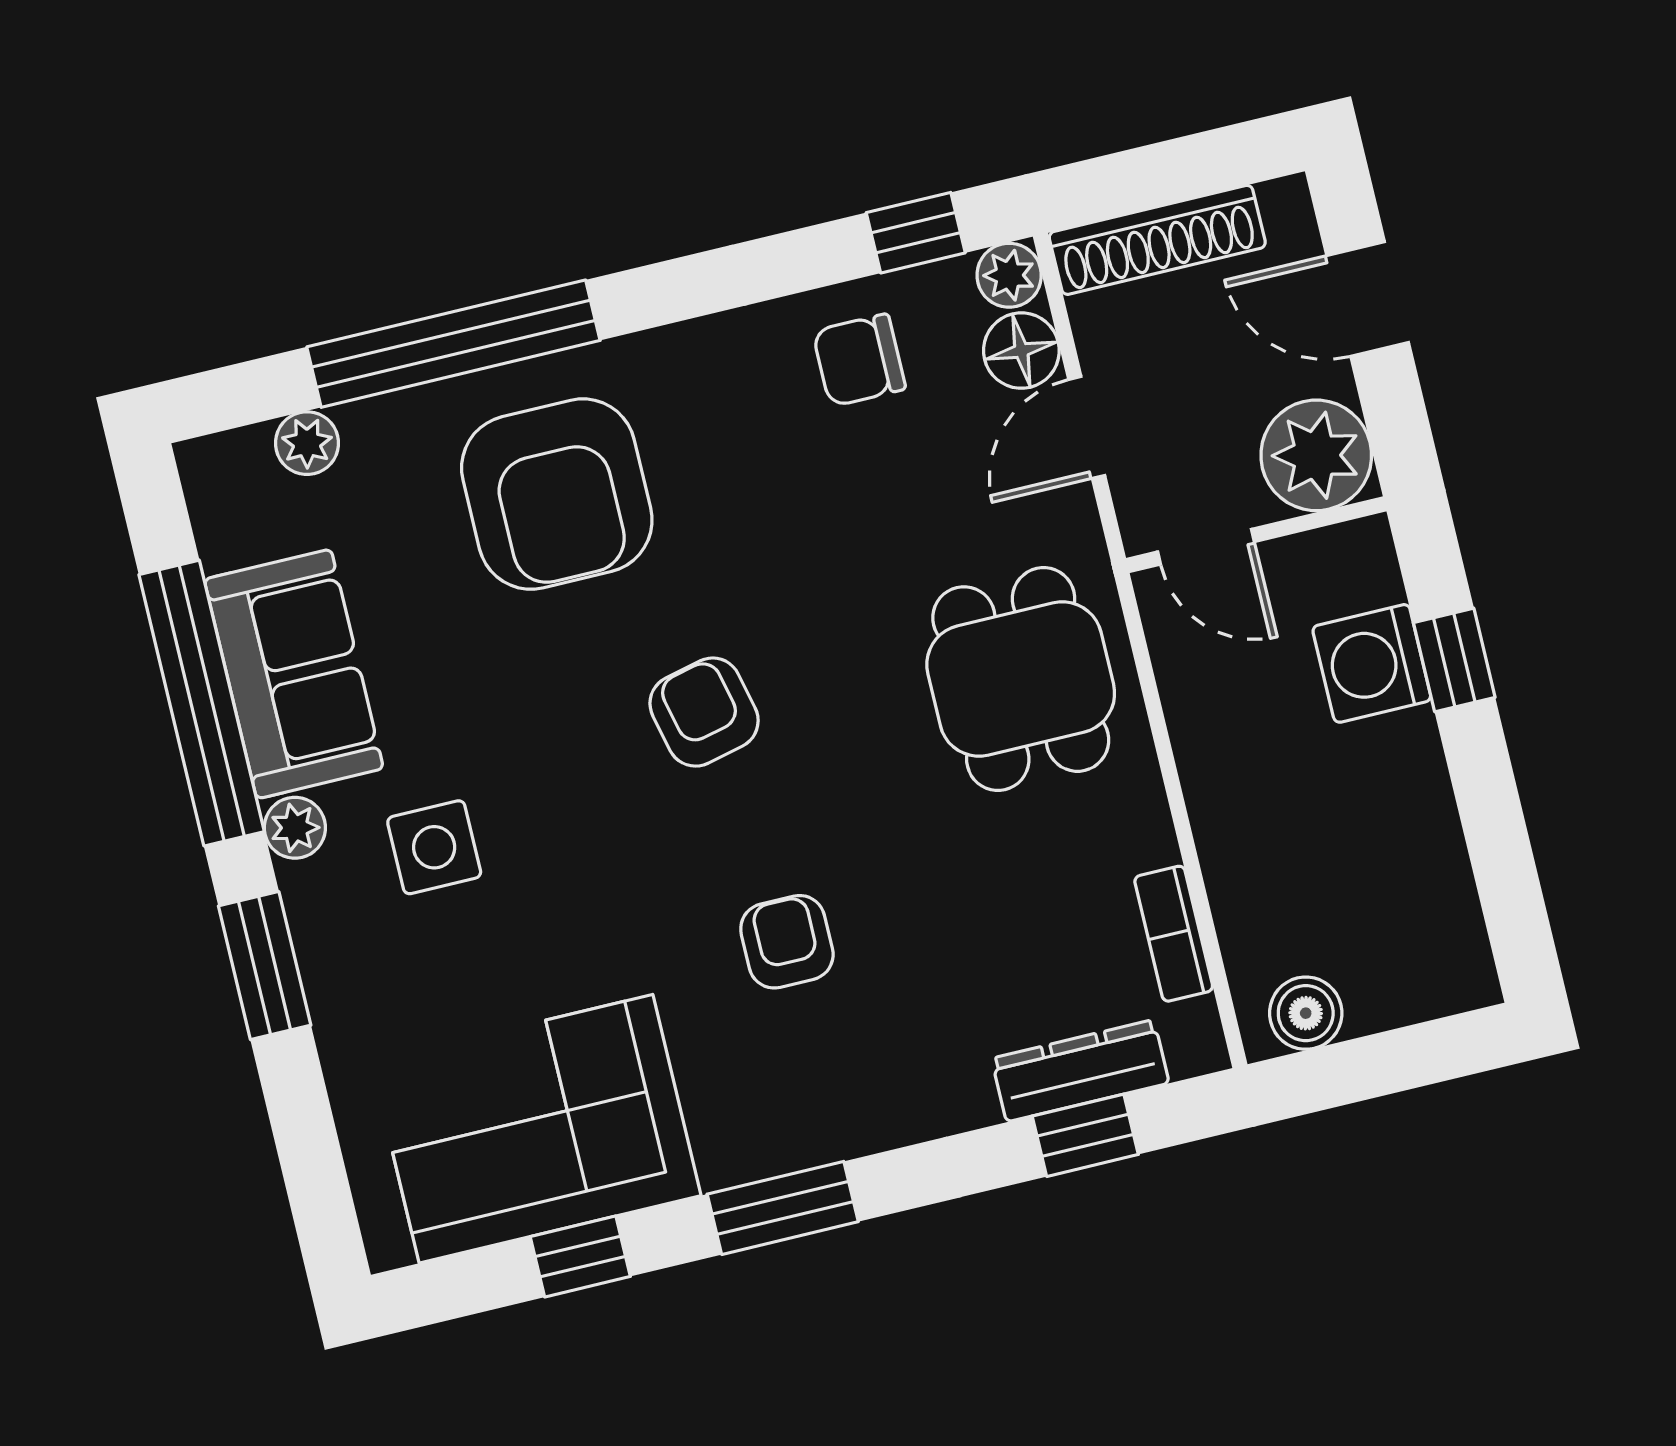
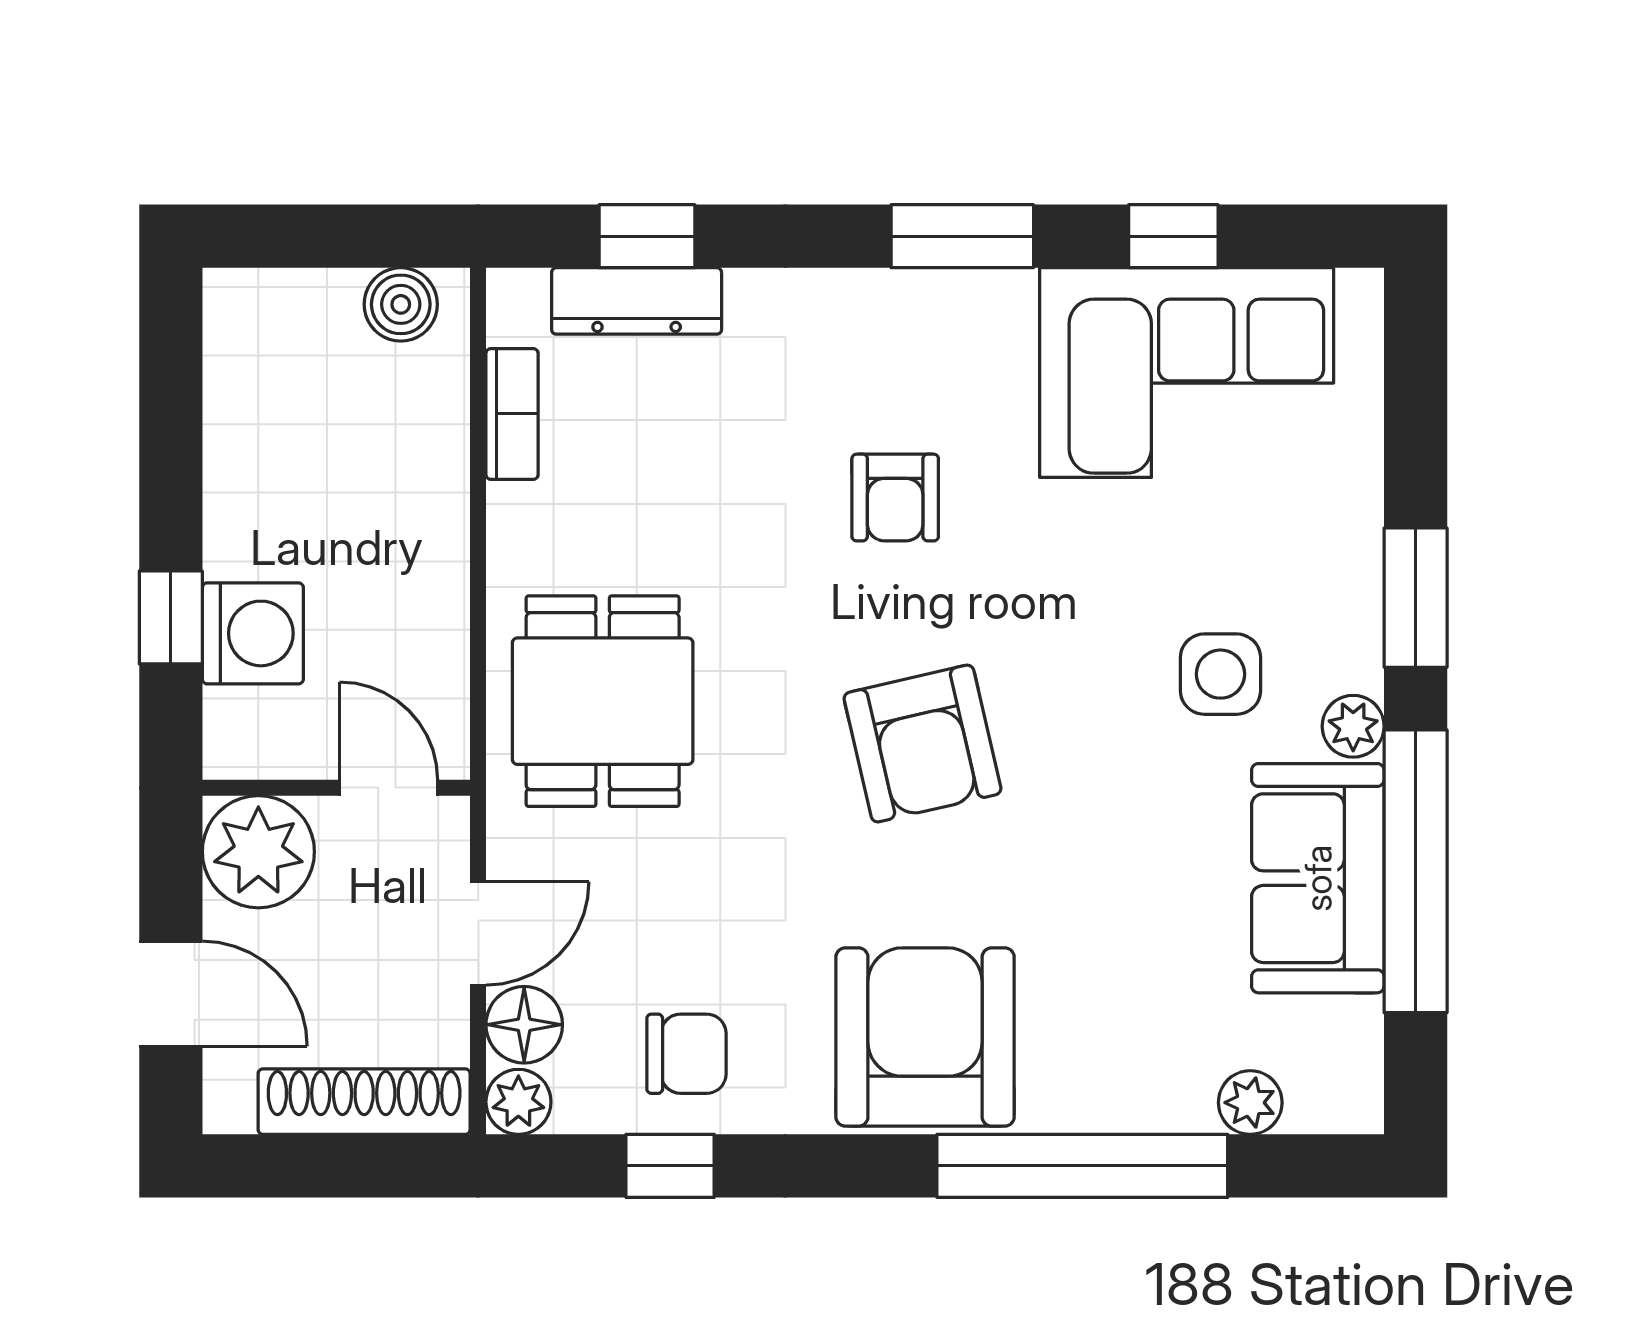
window: (916, 233) -> (670, 1166), moved
armchair: (557, 494) -> (925, 1037), moved
armchair: (704, 712) -> (922, 744), width x1.38, depth x1.38

